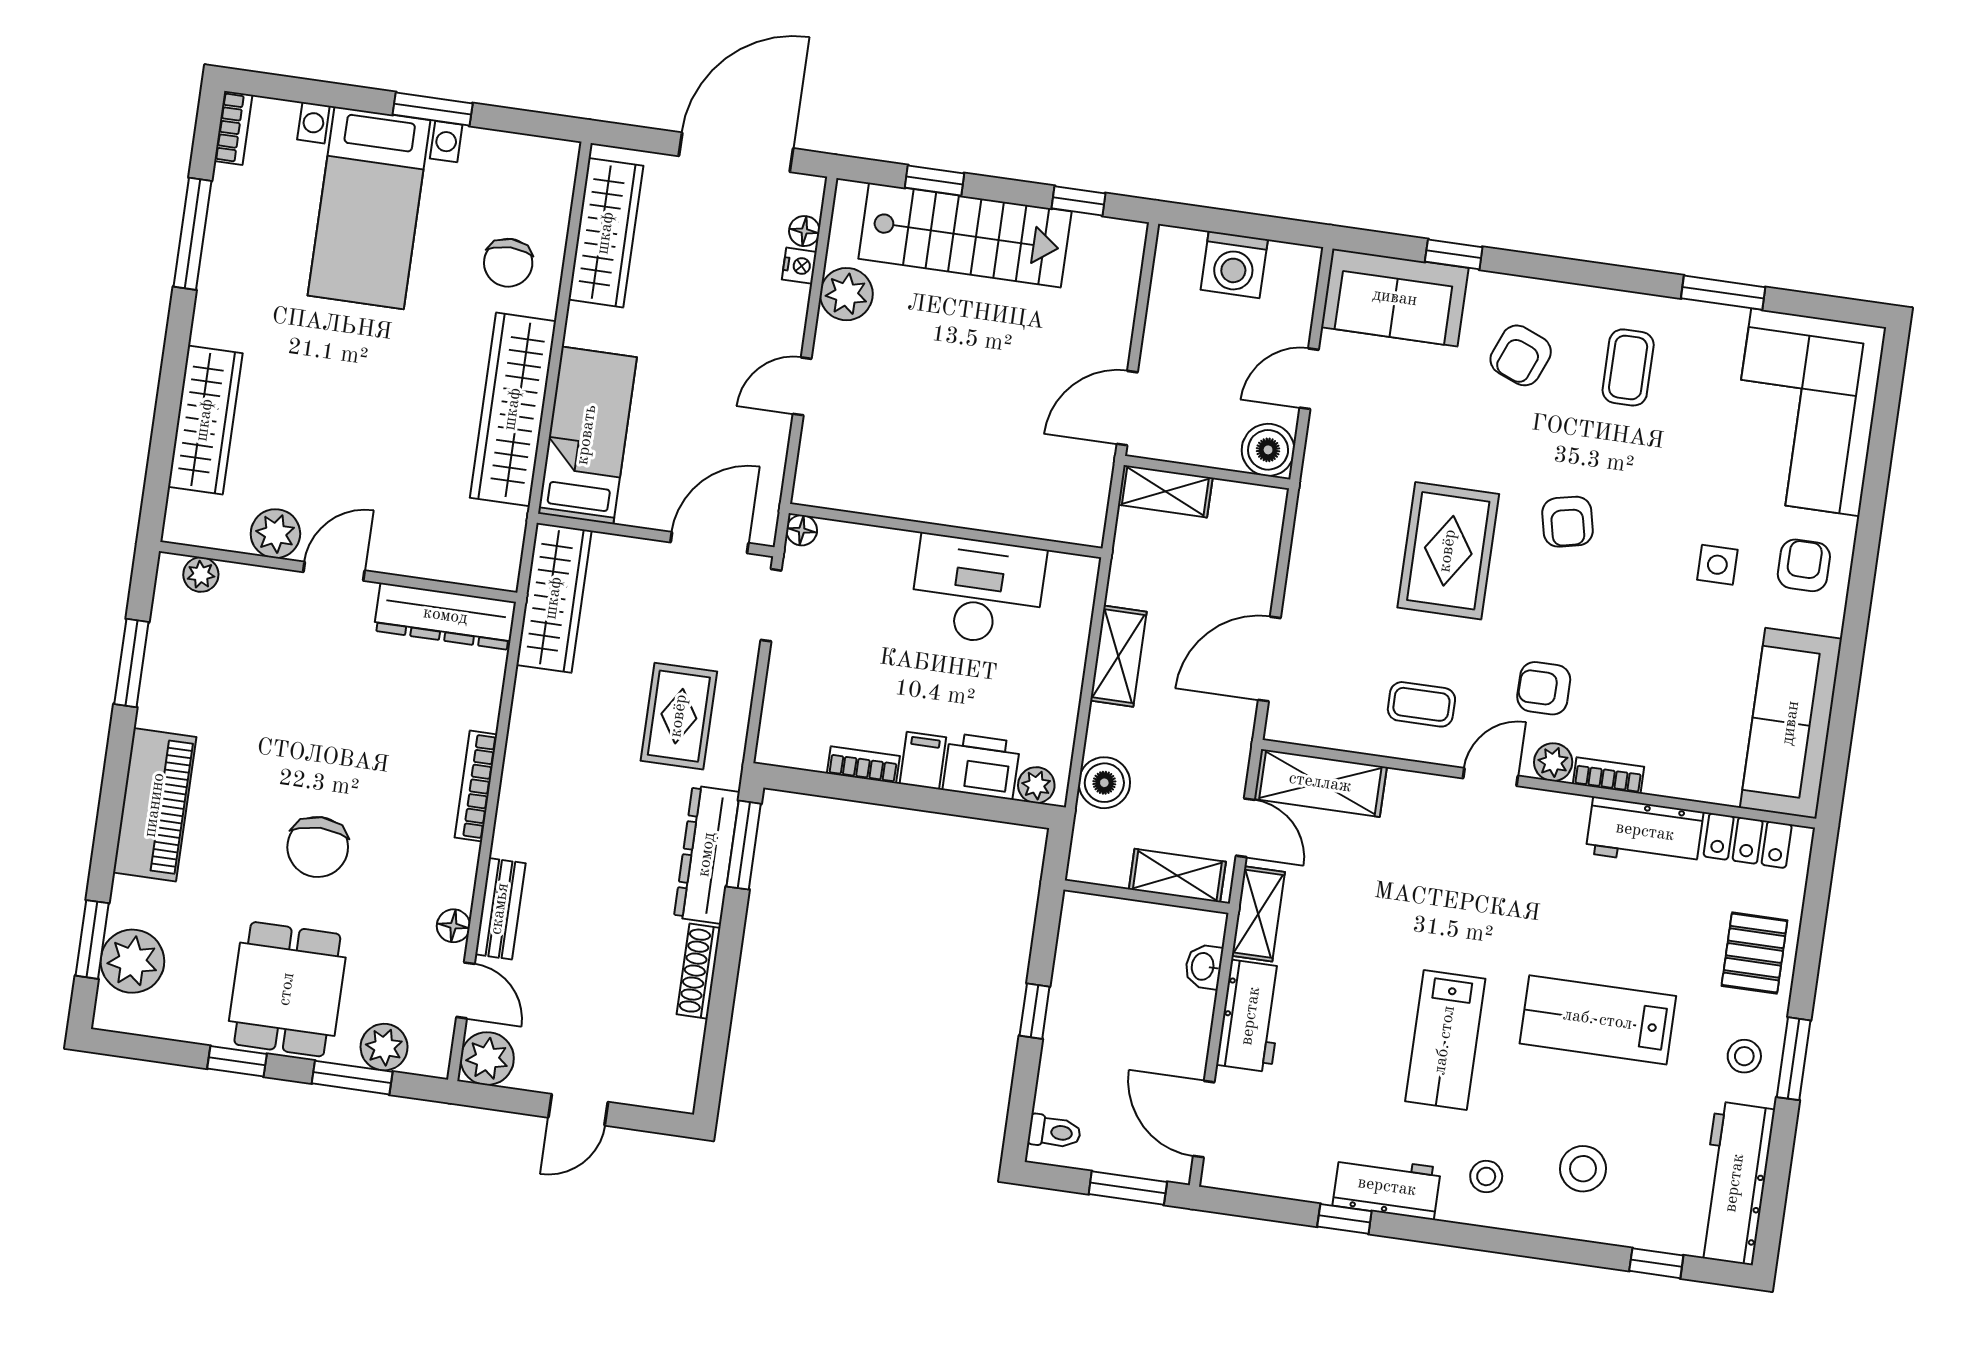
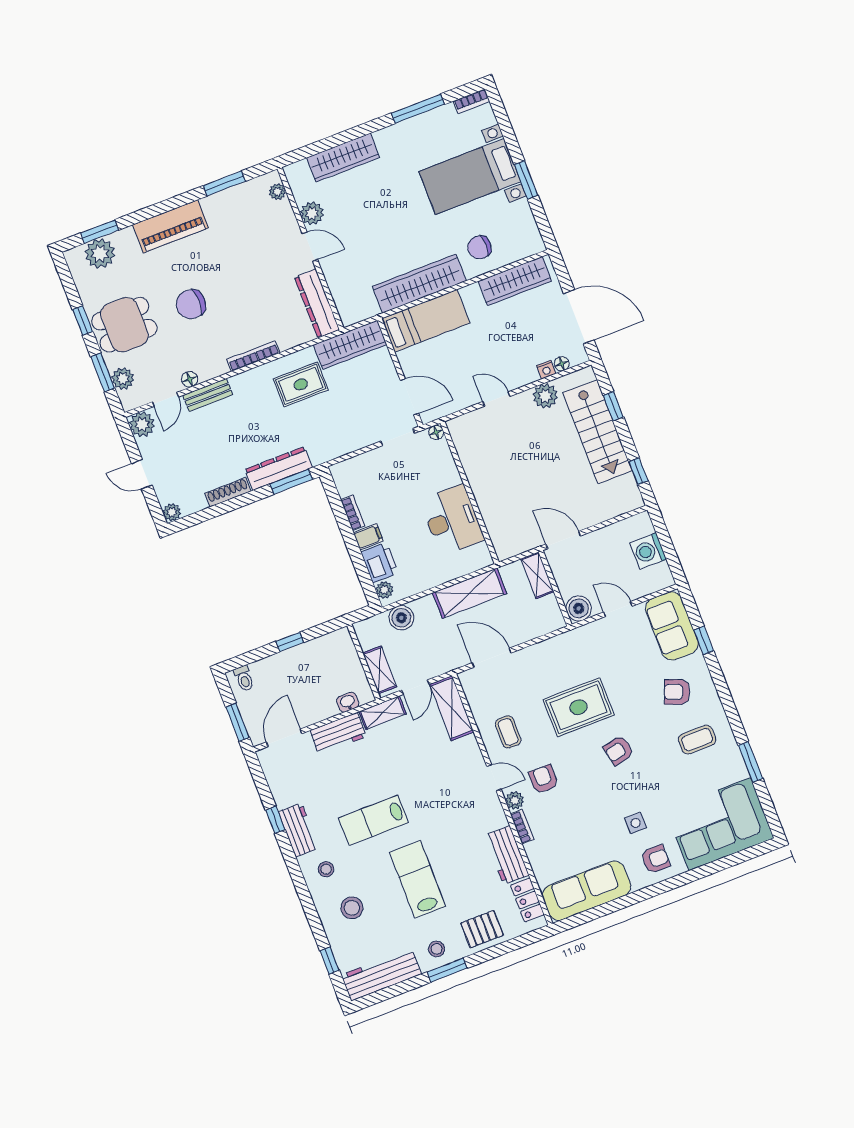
shelving: (1118, 656) -> (470, 593), width x1.50, depth x1.33
rug: (679, 716) -> (301, 384), moved
plant: (678, 1094) -> (172, 512), added

